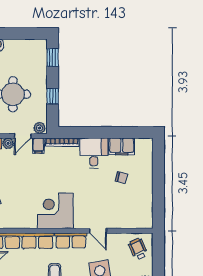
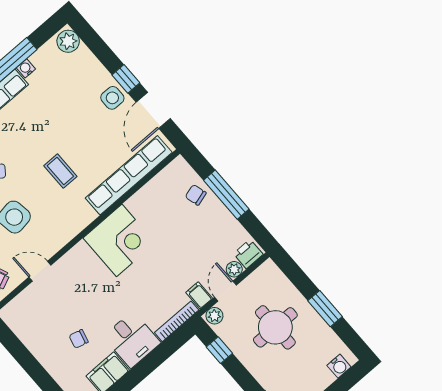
window: (53, 96) -> (219, 350), moved
door: (98, 231) -> (40, 271), moved
row of seats: (71, 240) -> (74, 223), removed

